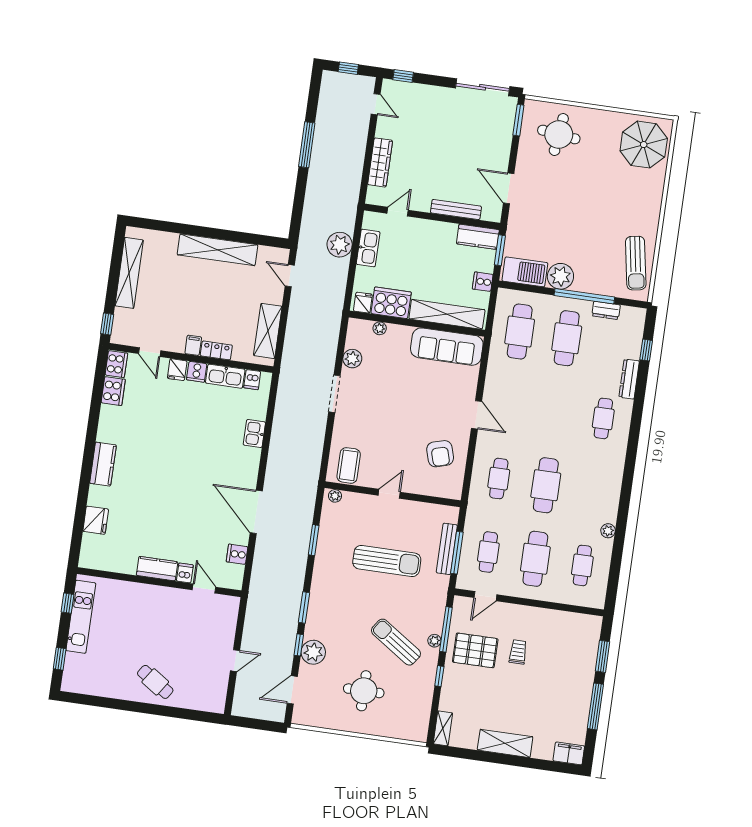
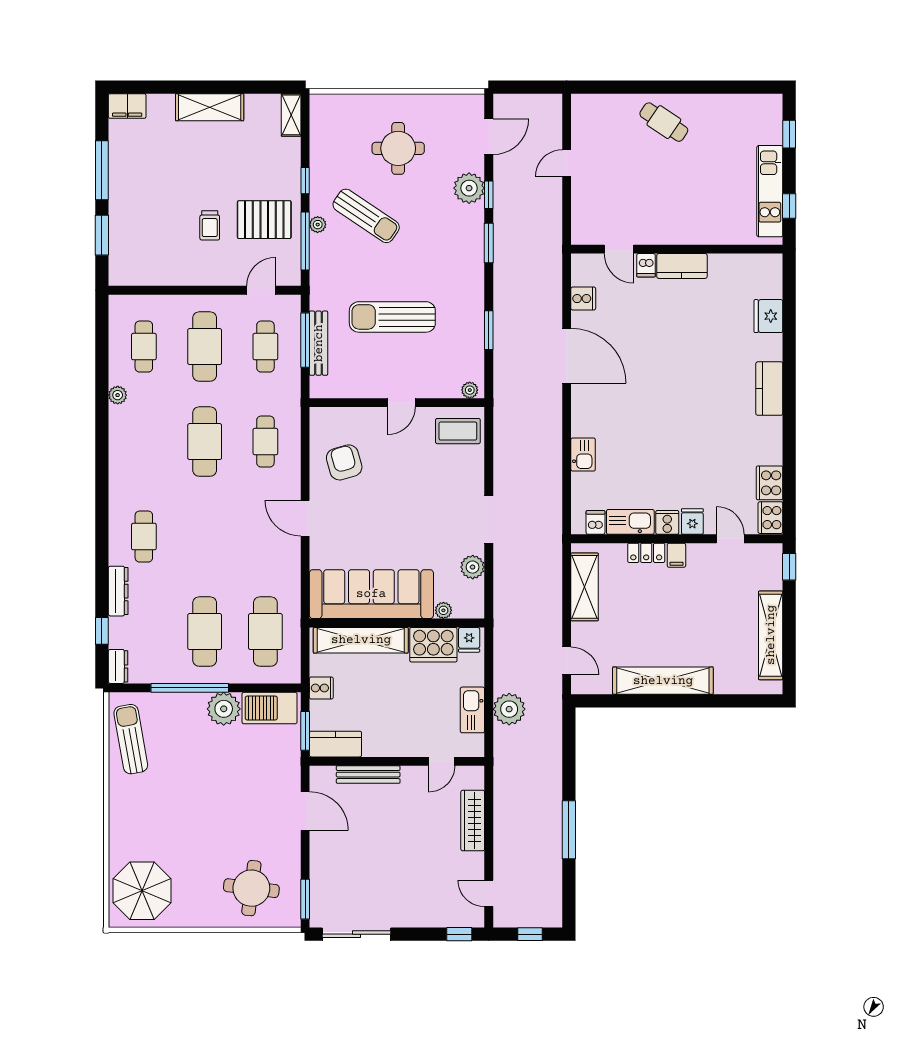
dresser: (606, 310) -> (118, 666), moved, turned 90
sofa: (447, 347) -> (371, 594), width x1.36, depth x1.27
coffee table: (349, 465) -> (458, 431), turned 90

